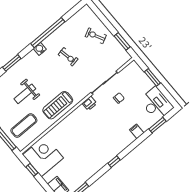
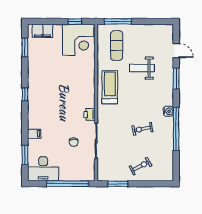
window: (152, 77) -> (67, 184), width x2.11
weight bench: (25, 94) -> (142, 68), turned -90

